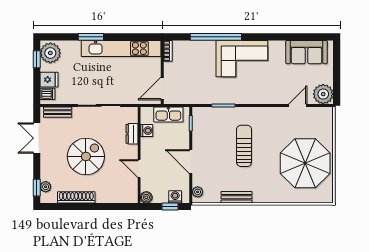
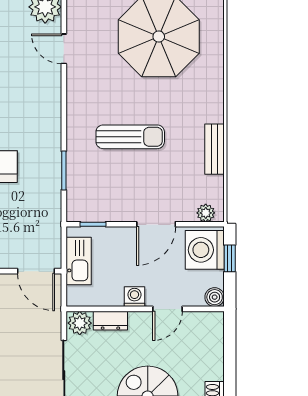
plant: (131, 115) -> (80, 323), added
washing machine: (147, 131) -> (134, 297), moved
sun lounger: (244, 146) -> (130, 137), turned 180
washing machine: (175, 197) -> (205, 250), width x1.89, depth x1.89

